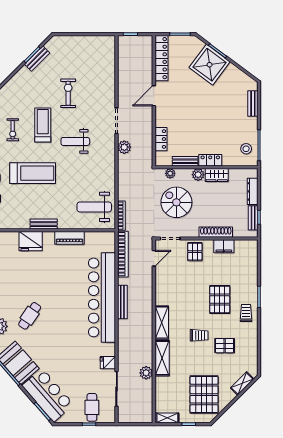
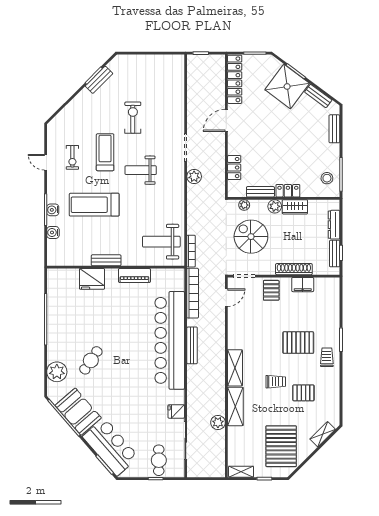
bench: (238, 73) -> (318, 96), added
treadmill: (33, 173) -> (94, 205), turned 180
pallet: (220, 300) -> (298, 343), turned 90

